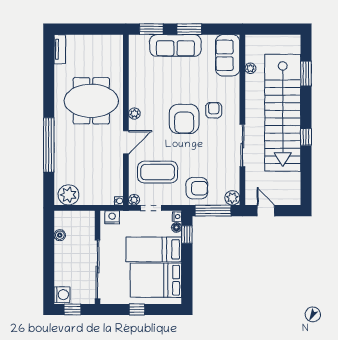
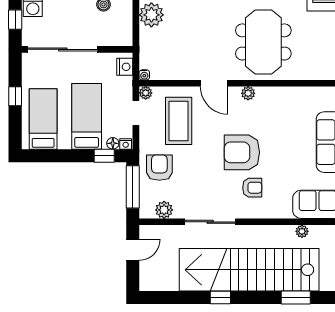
armchair: (197, 188) -> (159, 168), turned 180
plant: (232, 198) -> (164, 210), moved
bed: (156, 280) -> (43, 119), width x0.67

